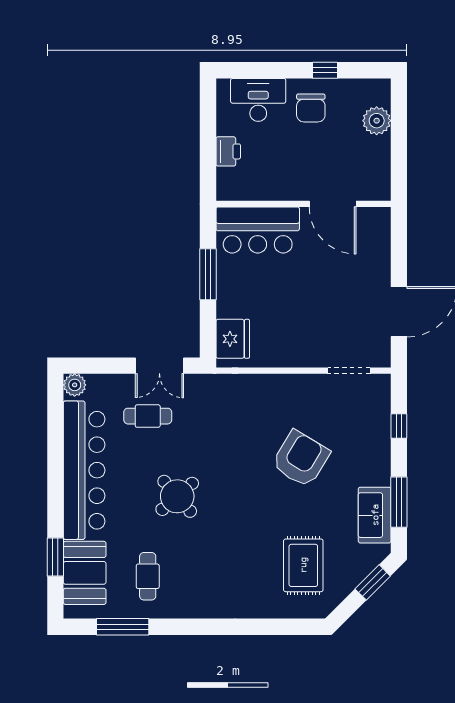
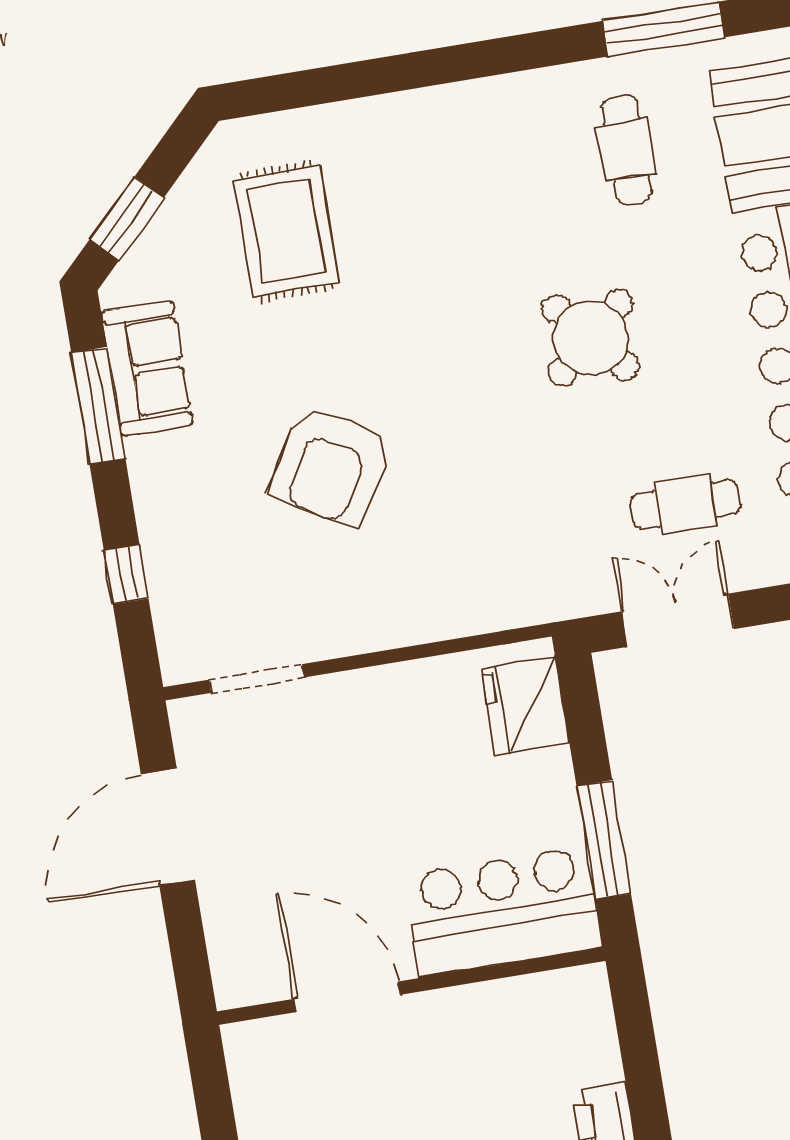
wall: (303, 204) -> (411, 986), moved
door: (333, 204) -> (347, 997), moved
bar counter: (258, 230) -> (503, 912), moved

